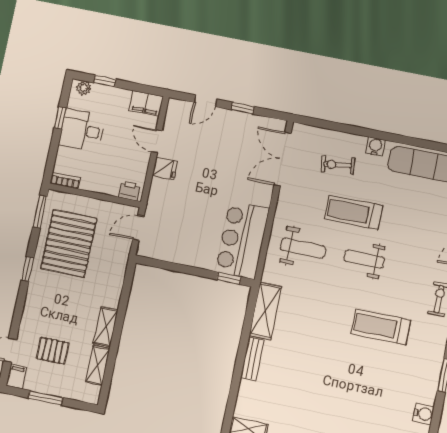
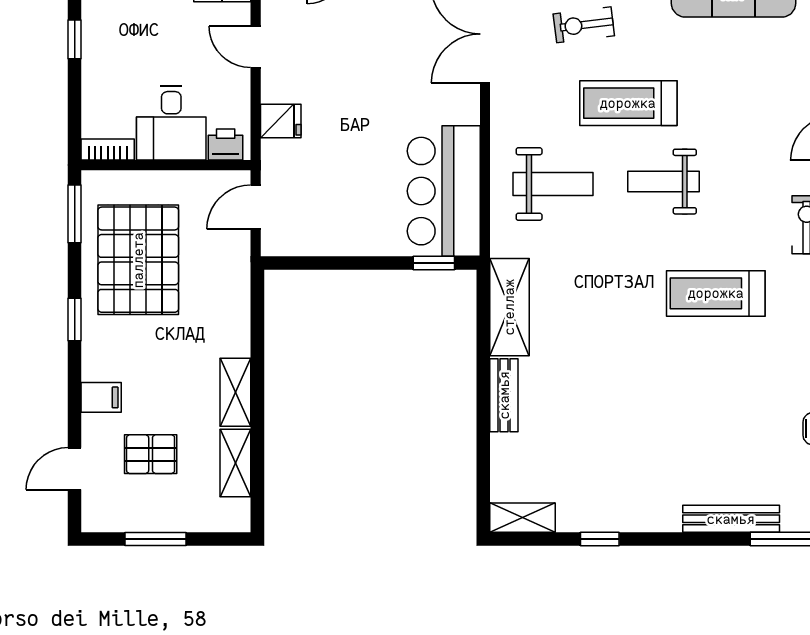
desk: (82, 130) -> (171, 123), moved, turned -90
fridge: (165, 168) -> (281, 121), moved
filing cabinet: (16, 376) -> (101, 397), moved, turned 90

